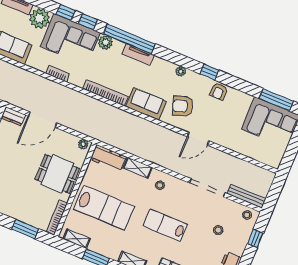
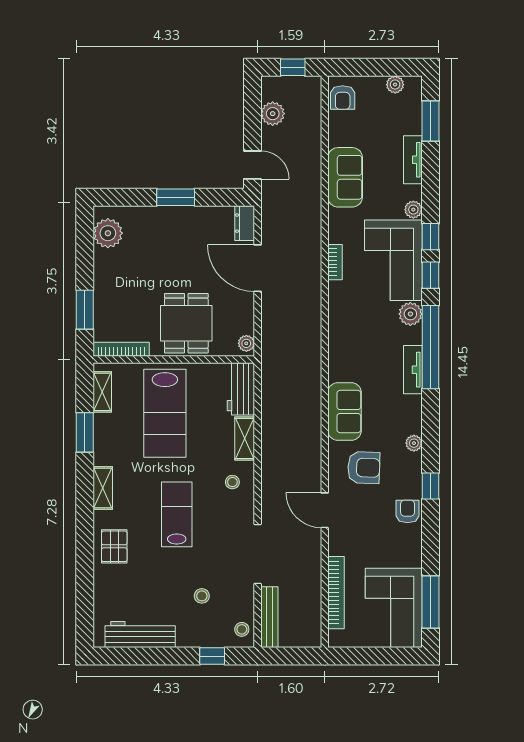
plant: (40, 18) -> (413, 210), width x0.53, depth x0.53
armchair: (219, 91) -> (408, 511), turned 90
bookcase: (105, 93) -> (336, 593), moved
armchair: (183, 106) -> (364, 468), turned 110

